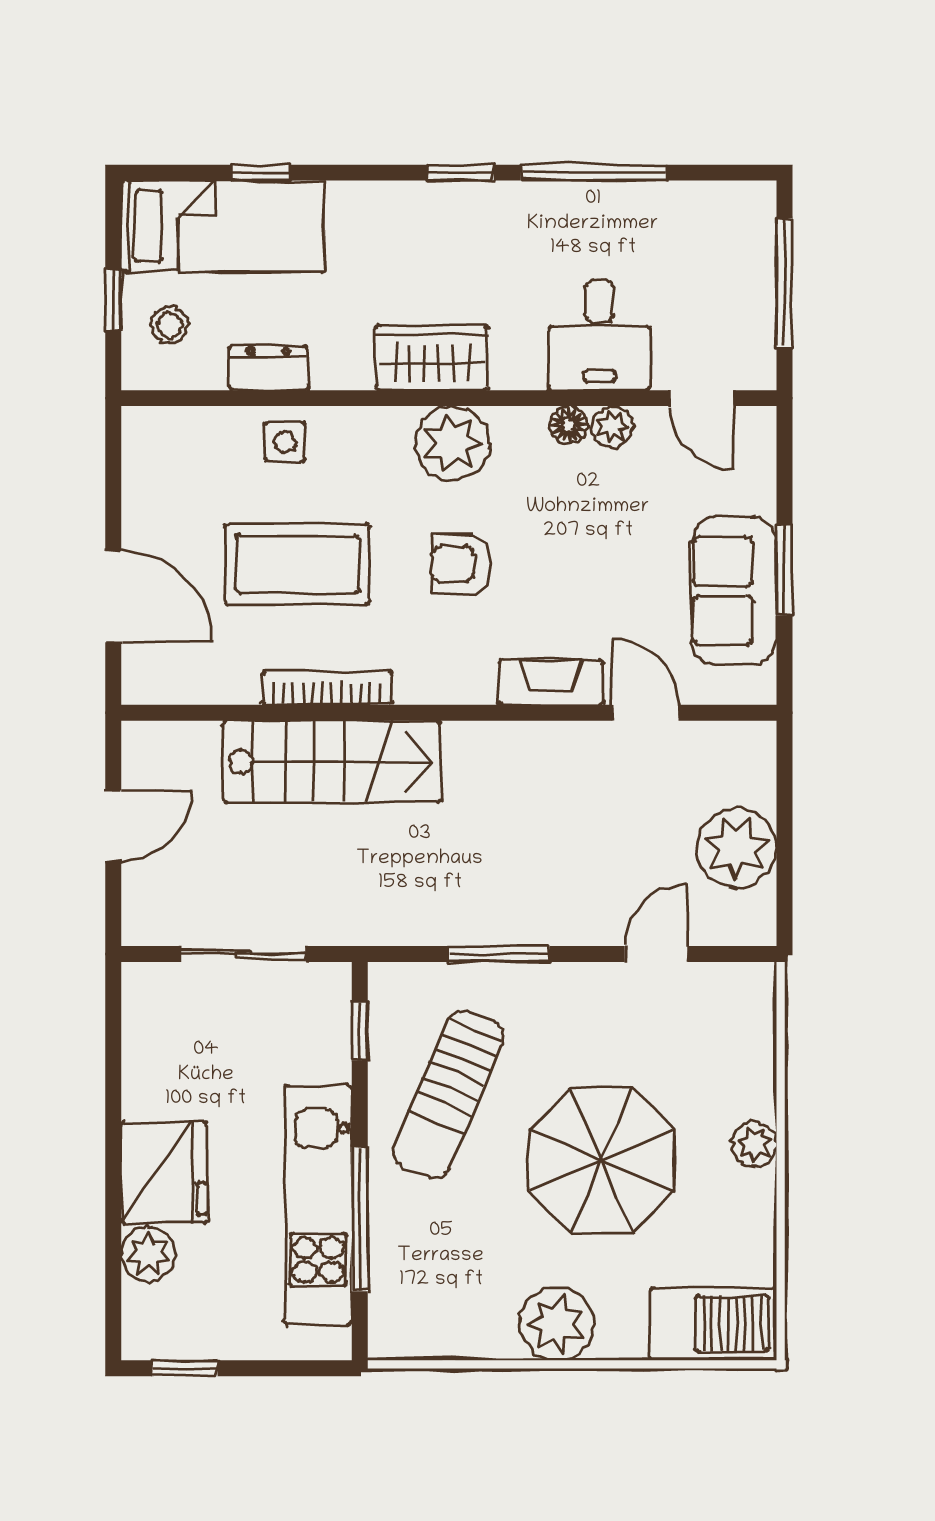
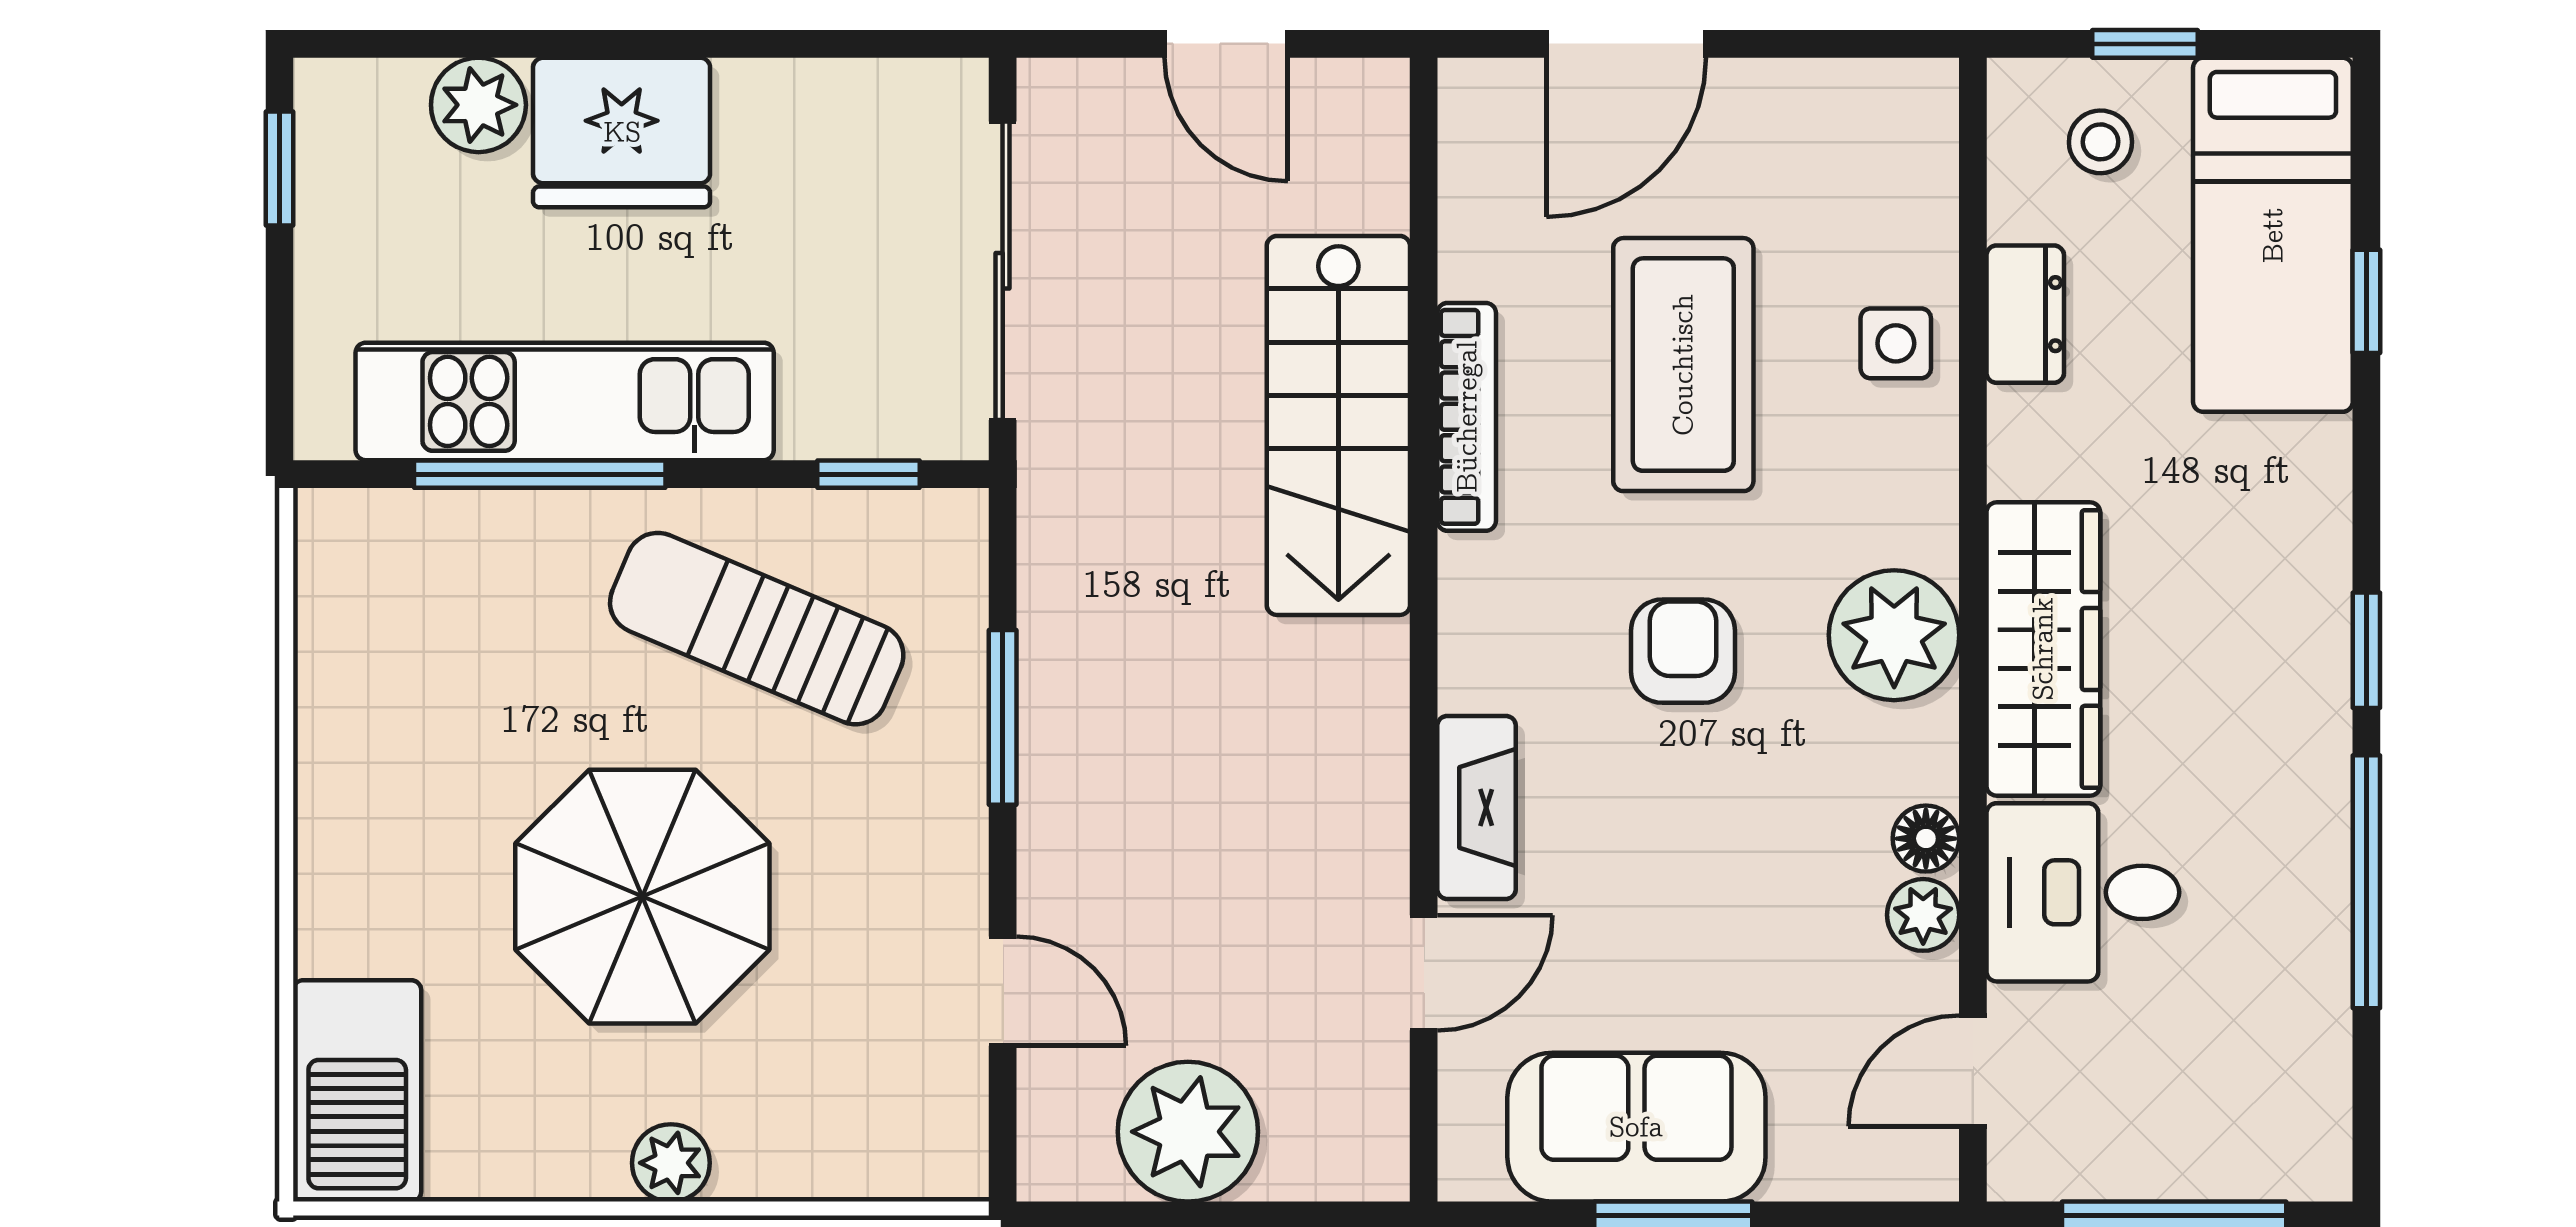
wardrobe: (432, 358) -> (2043, 649), width x1.50
sliding door: (243, 954) -> (1003, 271), width x1.37
plant: (557, 1324) -> (357, 818), removed

